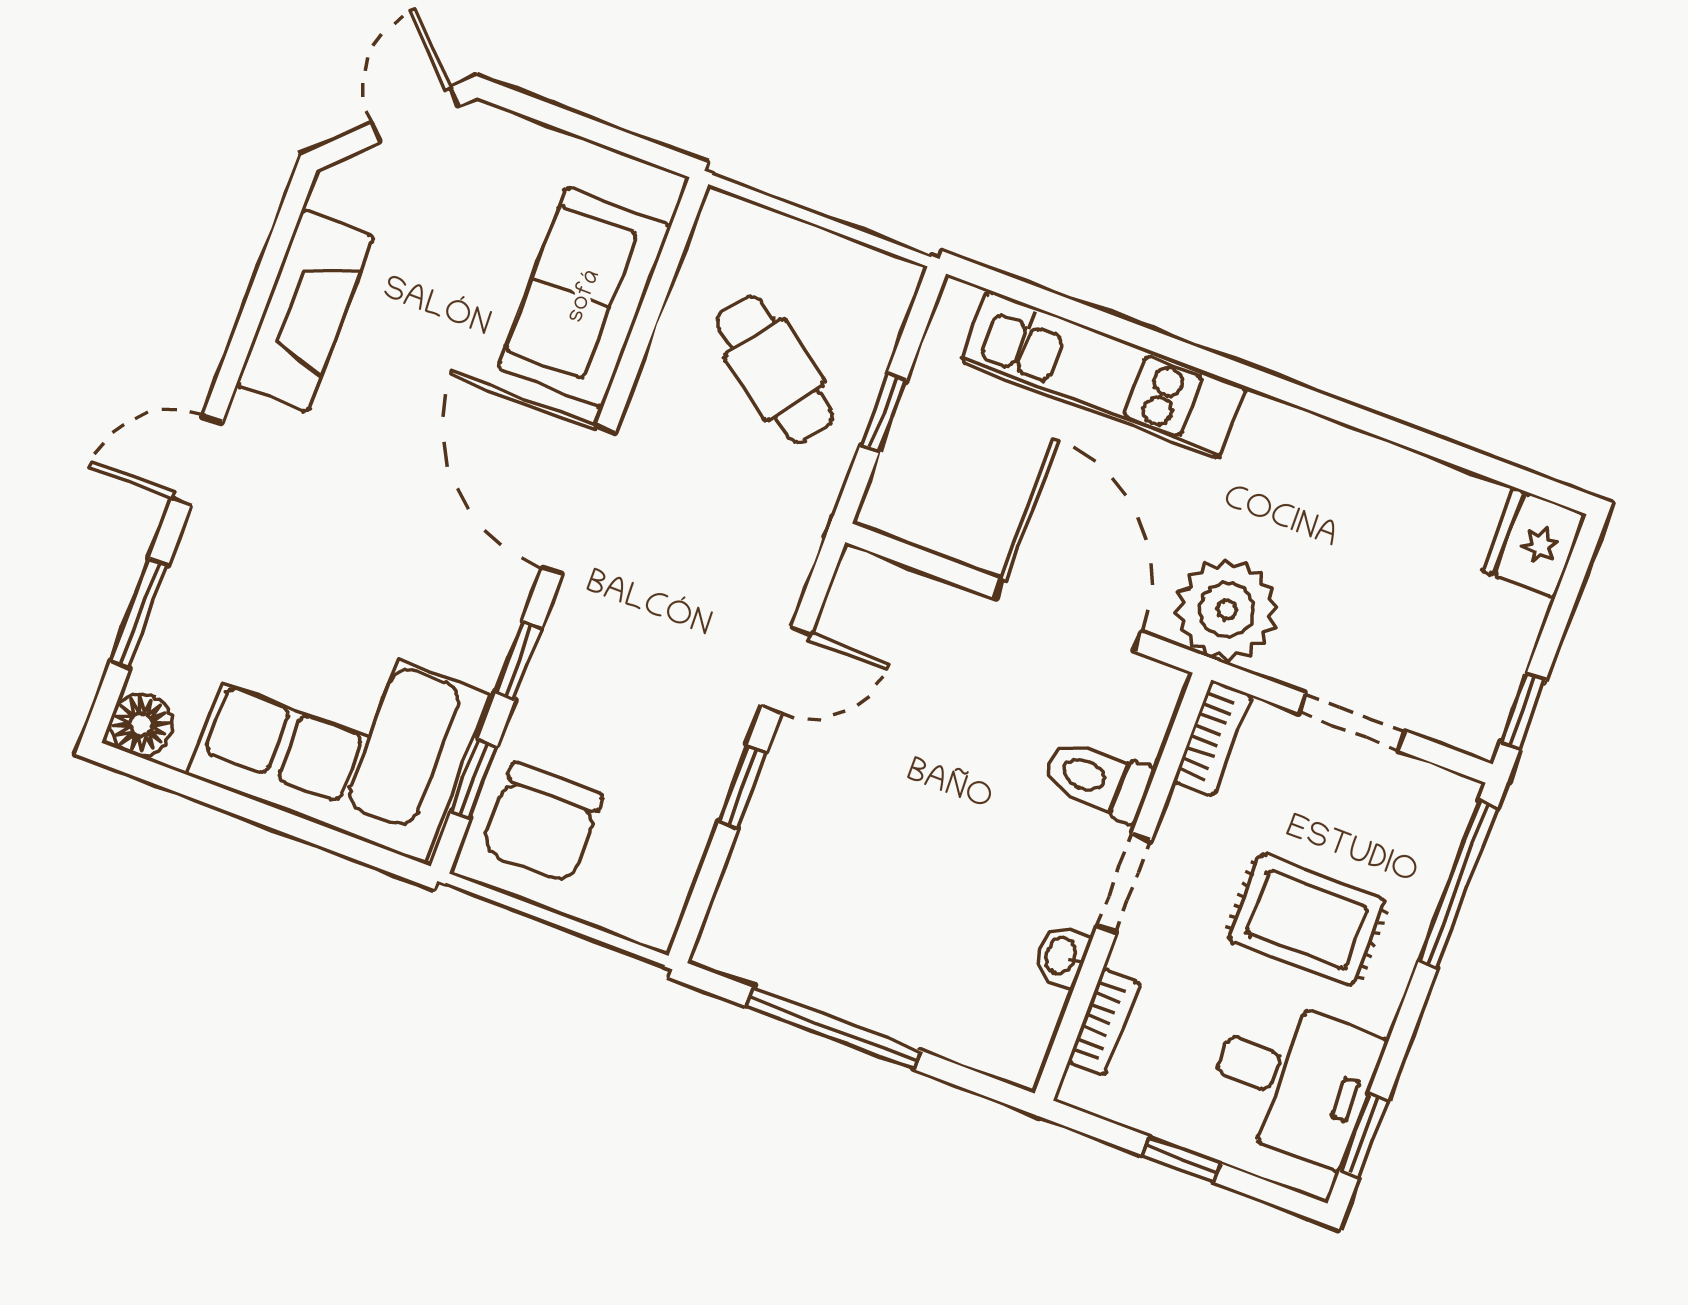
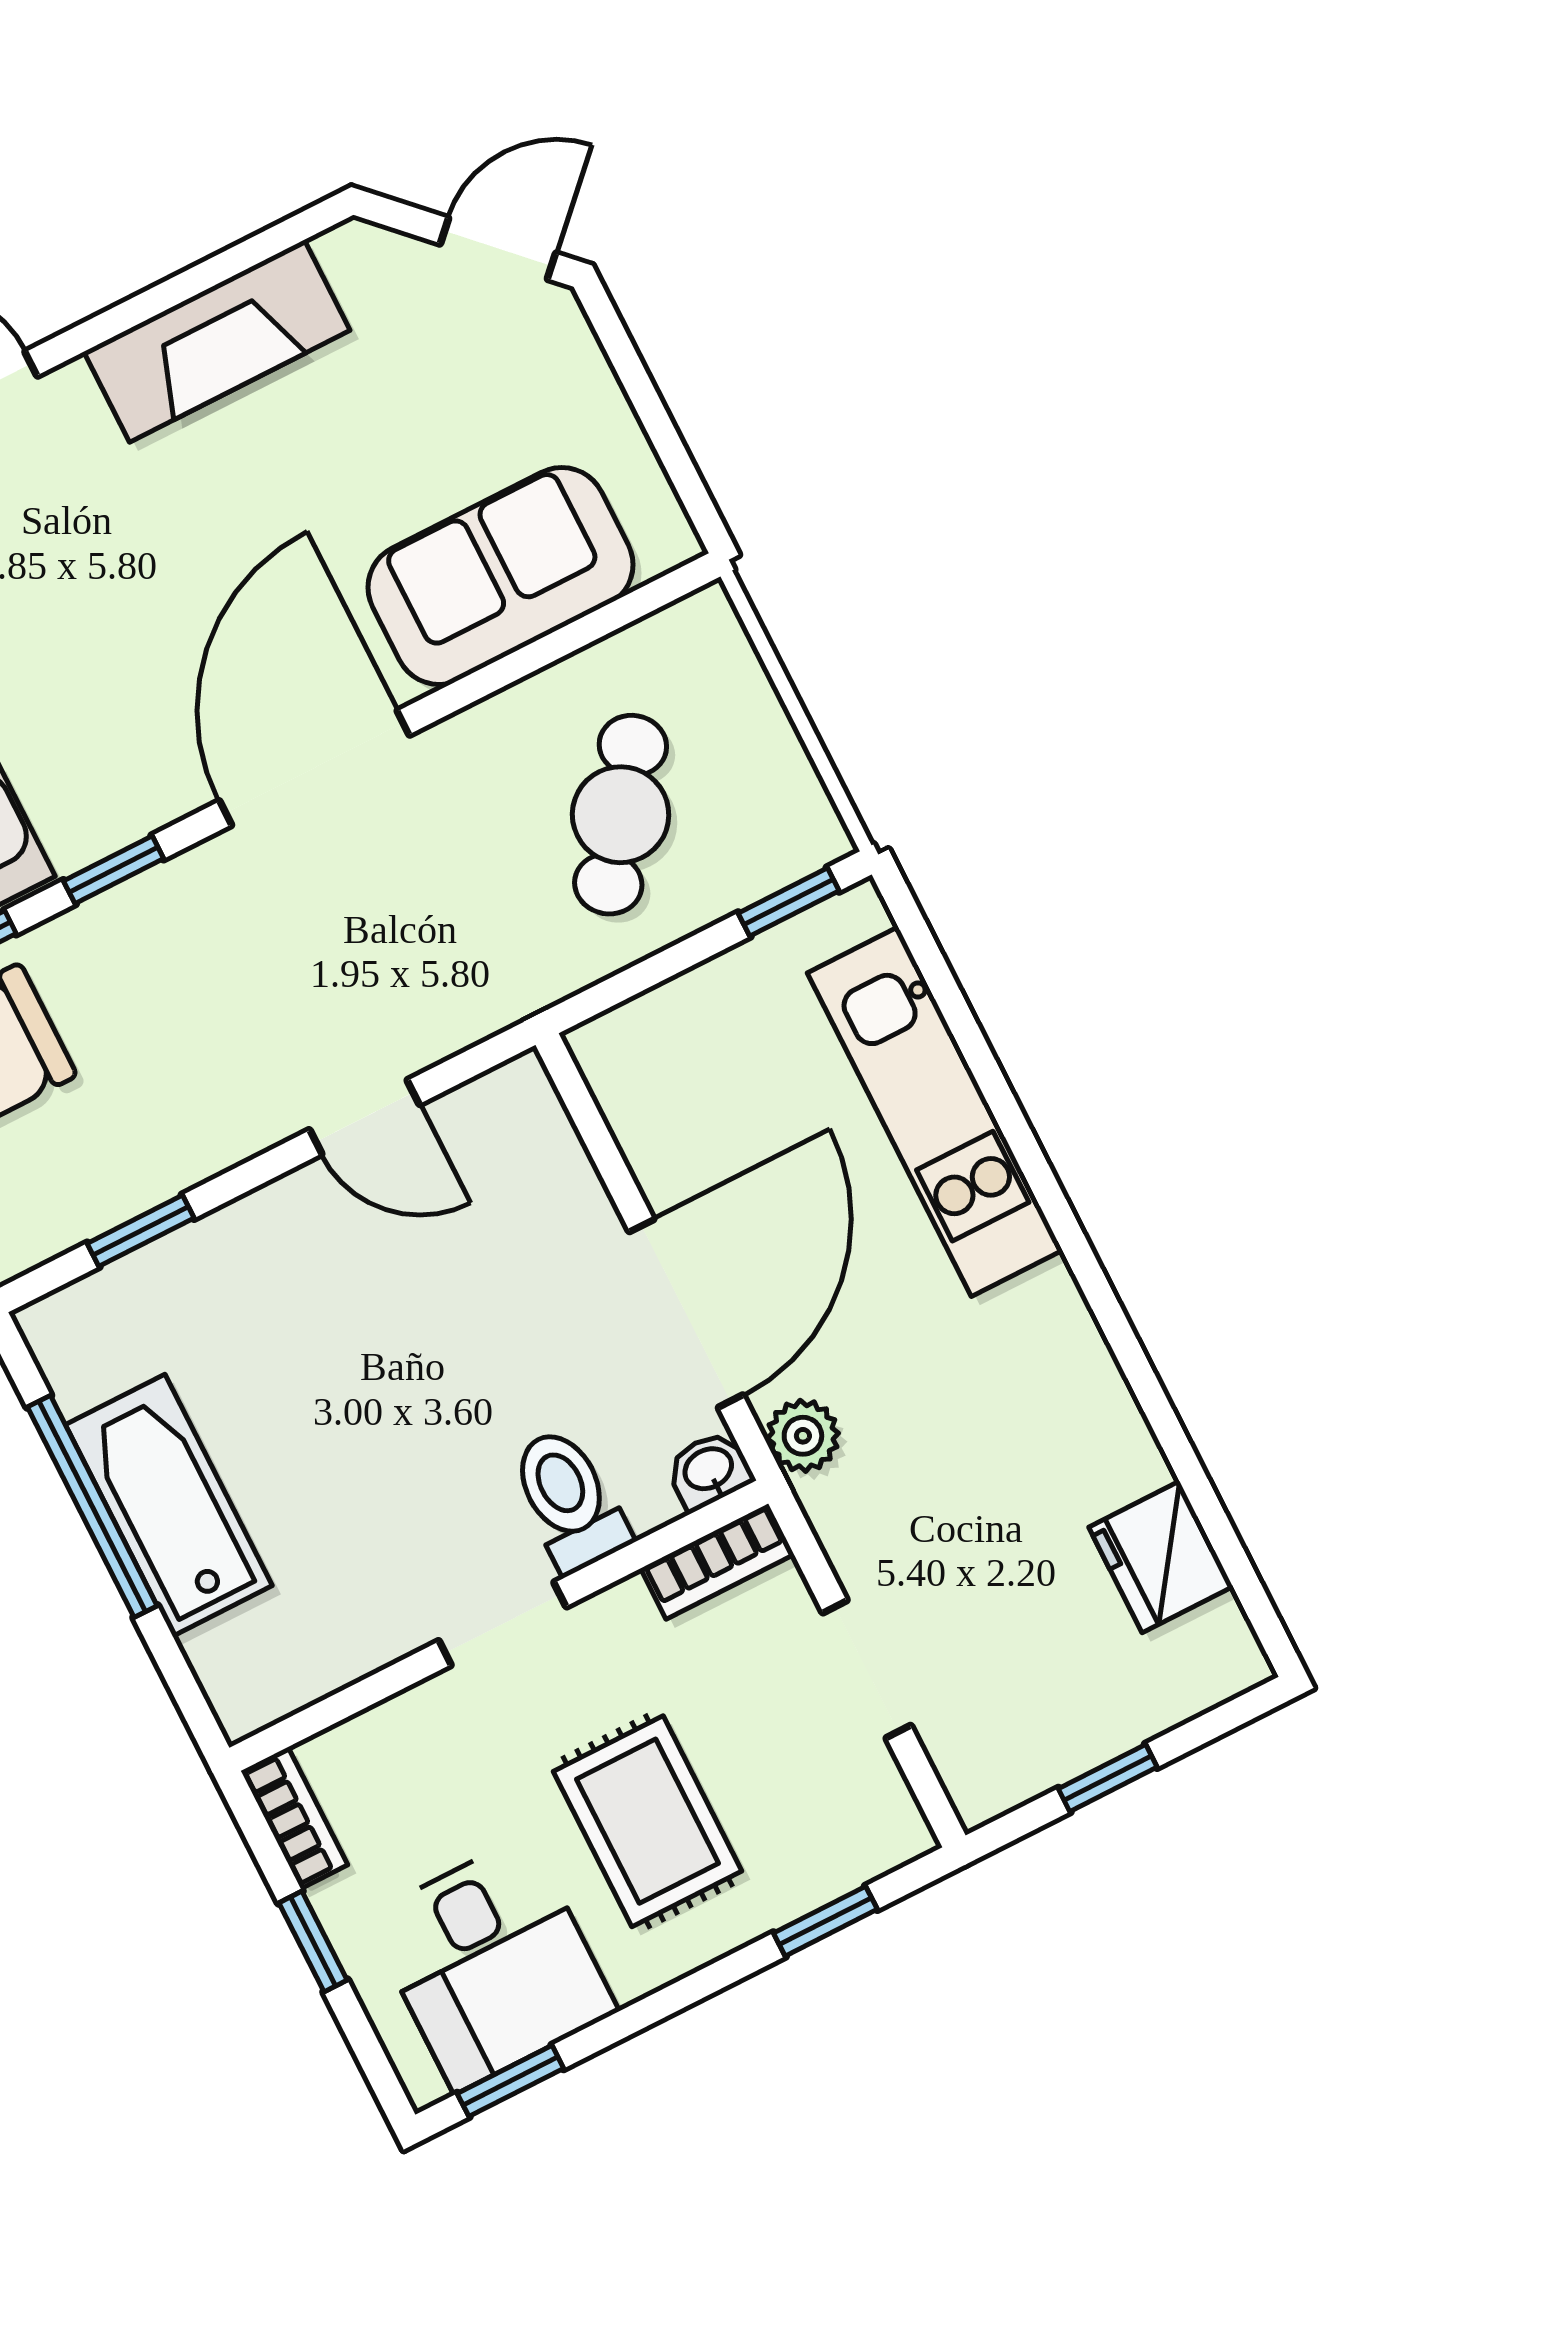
window: (883, 413) -> (789, 902), moved
fridge: (1534, 543) -> (1161, 1557), moved, turned -90
plant: (1227, 610) -> (803, 1436), width x0.53, depth x0.53
window: (1523, 711) -> (1108, 1778), moved
window: (743, 787) -> (141, 1231), moved
window: (1458, 884) -> (825, 1921), width x0.46
washbasin: (1062, 956) -> (709, 1470), moved
bathtub: (876, 989) -> (169, 1505), added
bookcase: (1104, 1022) -> (294, 1818), moved, turned -90

